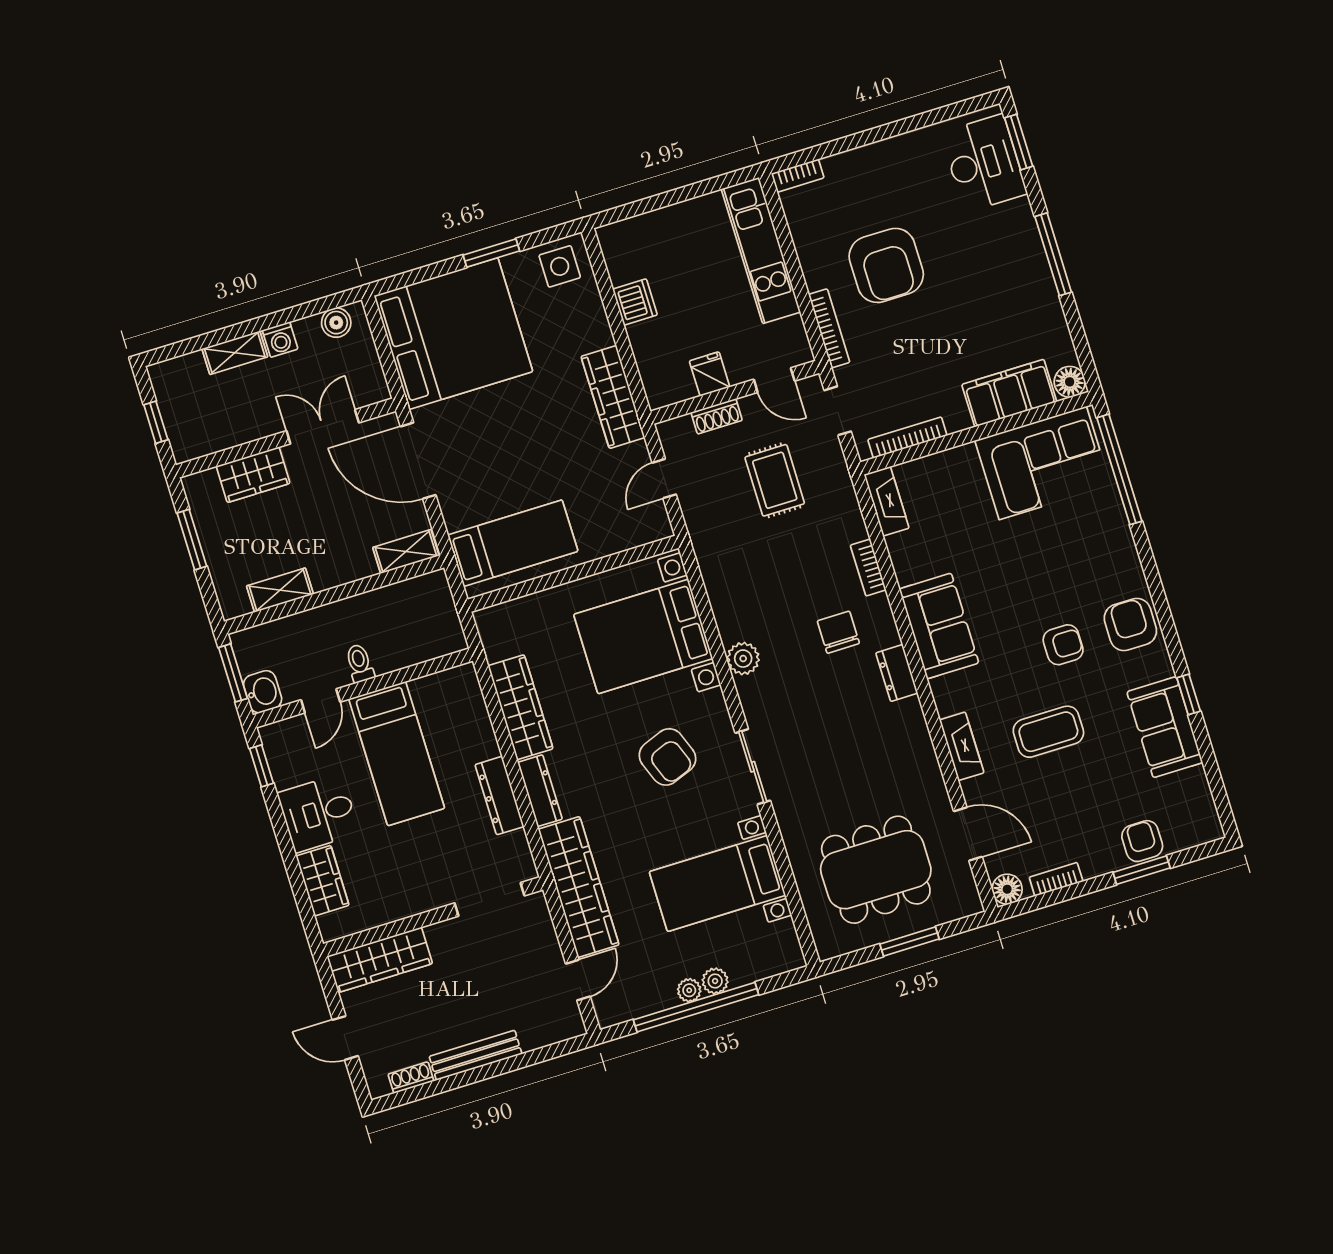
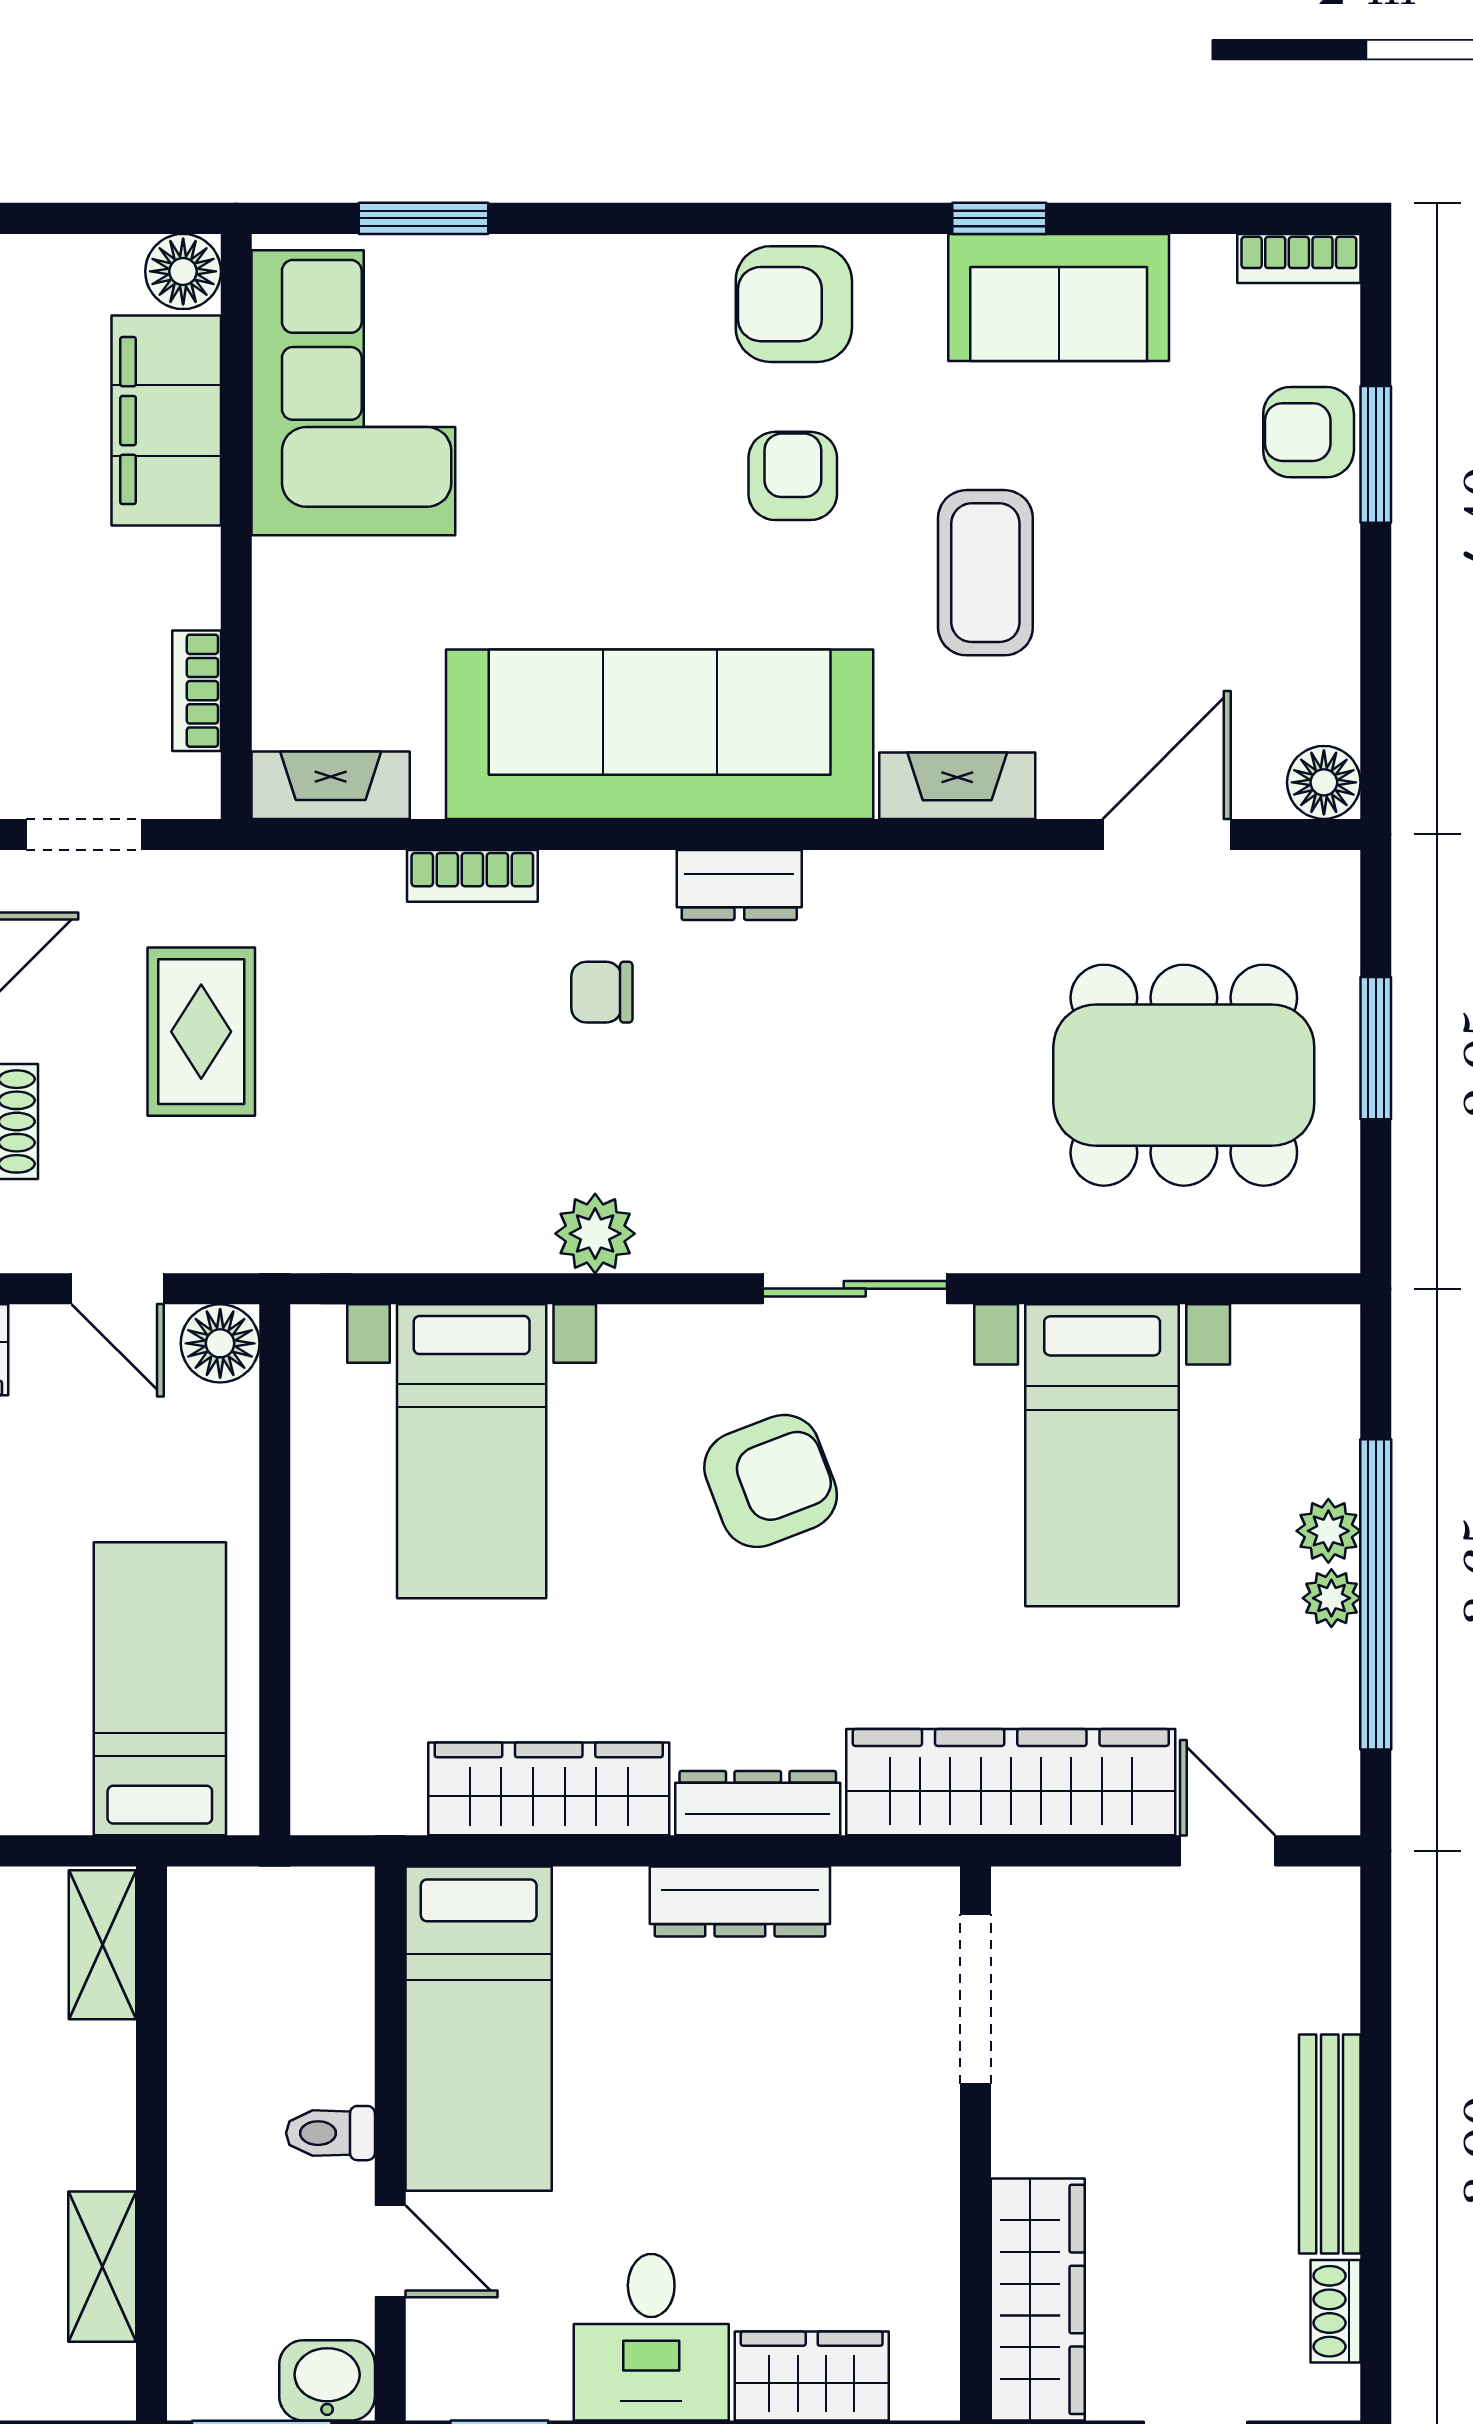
bookcase: (907, 438) -> (197, 691), width x0.64
window: (1119, 469) -> (423, 218), width x0.47
rug: (775, 480) -> (201, 1032), turned 90
floor lamp: (655, 525) -> (220, 1343), added
sofa: (939, 626) -> (660, 734), width x1.85, depth x1.27
chair: (838, 632) -> (602, 992), width x0.73, depth x0.73
bed with nightstands: (643, 636) -> (472, 1451), width x0.73
bed: (397, 754) -> (479, 2029), moved, turned 90
dining table: (876, 870) -> (1184, 1075), turned 90
bookcase: (1056, 879) -> (1299, 258), moved, turned -90

